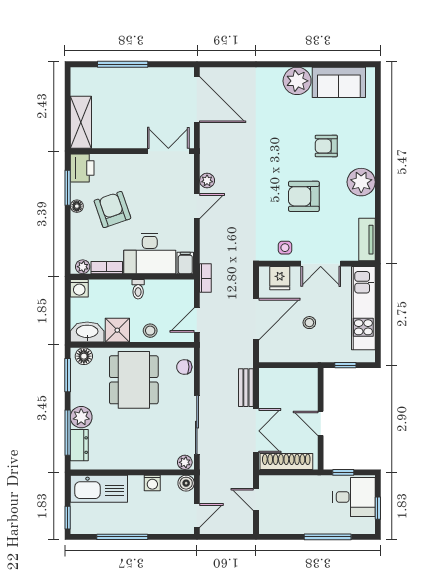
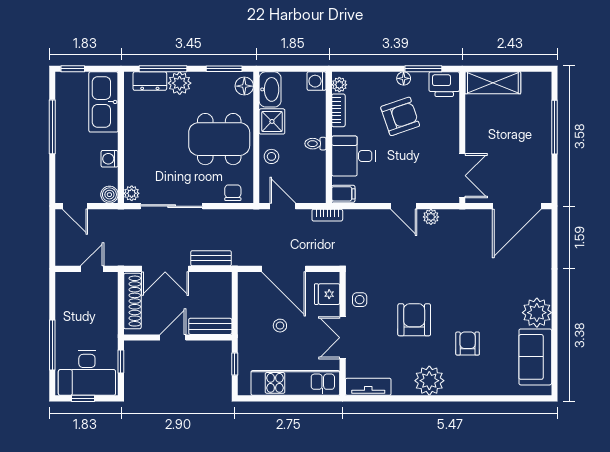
desk: (150, 253) -> (353, 156), width x0.73
bench: (310, 388) -> (210, 326), added
desk: (354, 497) -> (87, 373), width x1.37

